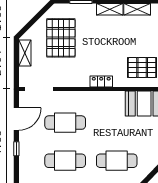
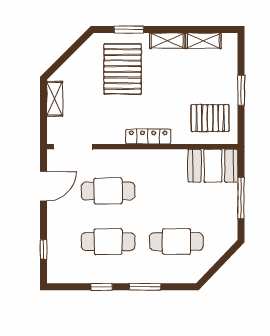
pallet: (61, 38) -> (123, 69), moved
locker: (101, 82) -> (148, 137), width x1.53
window: (16, 149) -> (43, 249), moved

